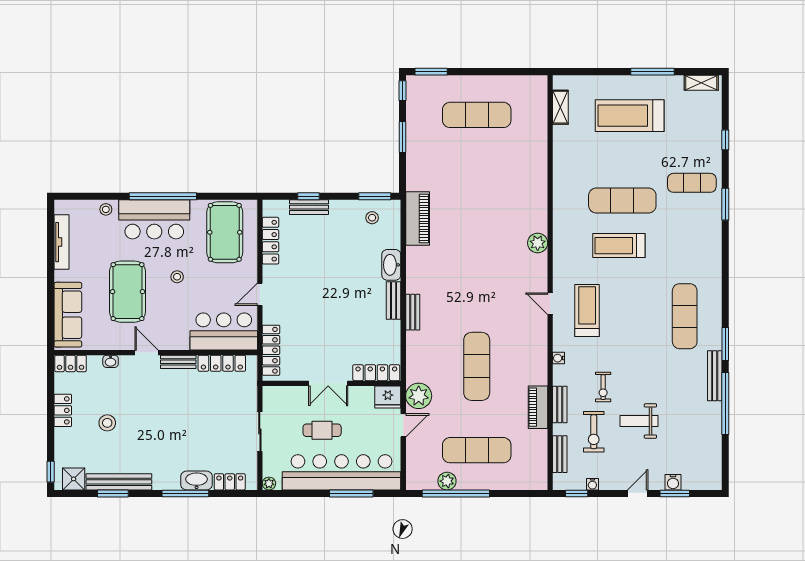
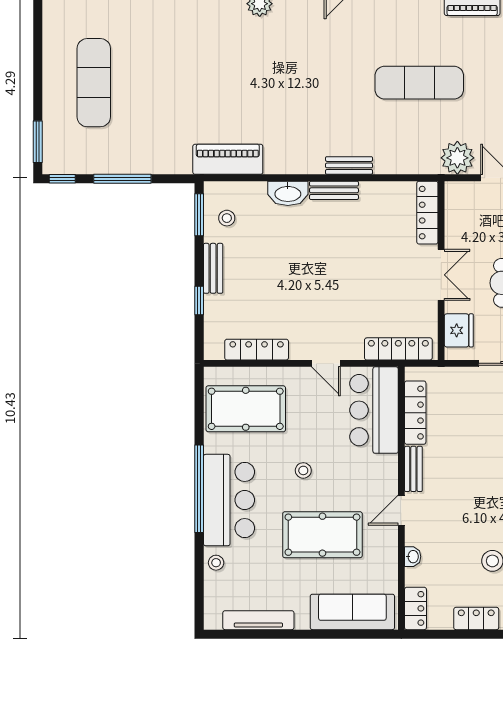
window: (402, 137) -> (122, 179), width x1.44
bench: (309, 207) -> (213, 268), moved
fridge: (388, 397) -> (459, 330), moved

